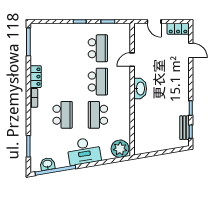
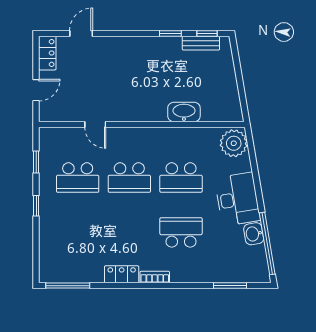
school desk: (98, 48) -> (78, 178), turned 180
school desk: (98, 82) -> (129, 178), turned 180
washbasin: (140, 89) -> (184, 112), moved
washbasin: (47, 164) -> (254, 234), moved

